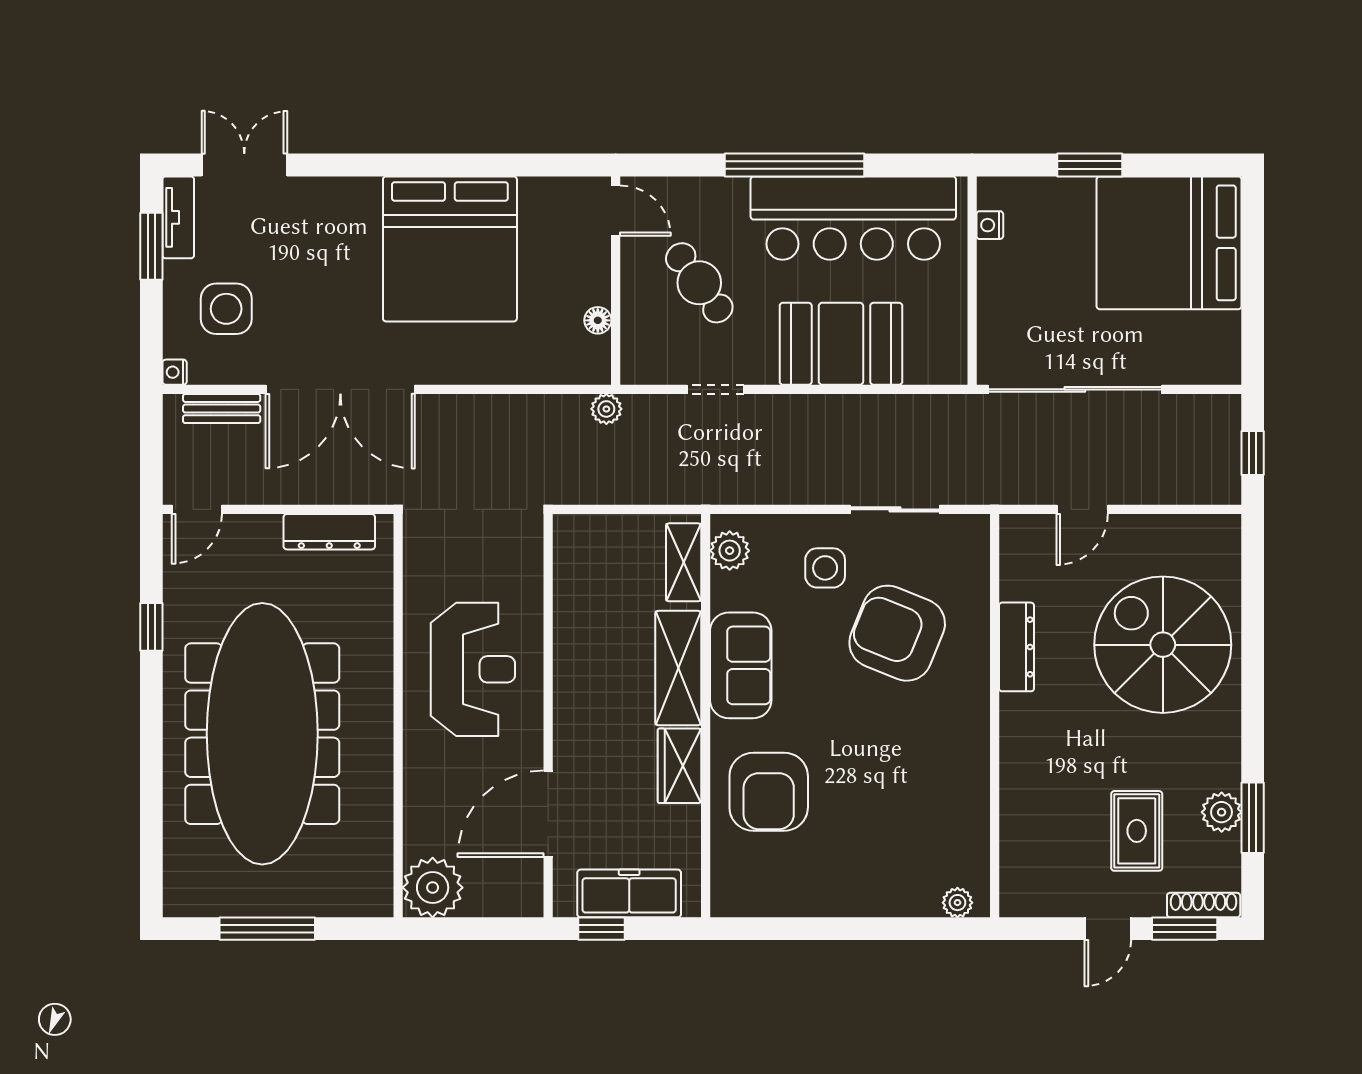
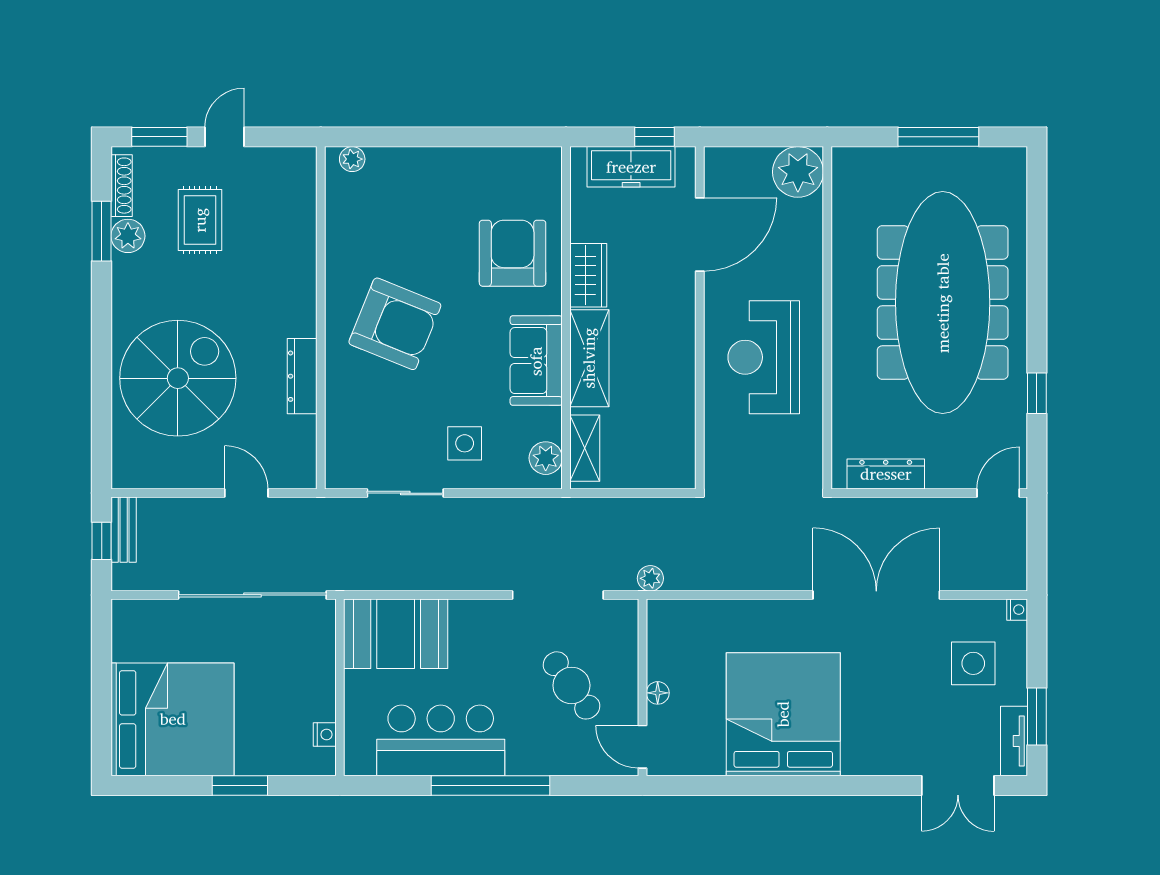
bar counter: (853, 218) -> (441, 740), width x0.73
floor lamp: (598, 320) -> (658, 693), moved
booth: (841, 344) -> (396, 634), moved
doorway: (715, 389) -> (558, 595), width x1.88
bench: (222, 409) -> (124, 530), moved, turned 90
door: (1082, 509) -> (246, 493), hinge flipped
armchair: (897, 633) -> (395, 324), moved
spiral stairs: (1163, 645) -> (178, 378), turned -90
shoe rack: (1204, 905) -> (122, 186), moved, turned -90

